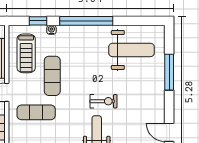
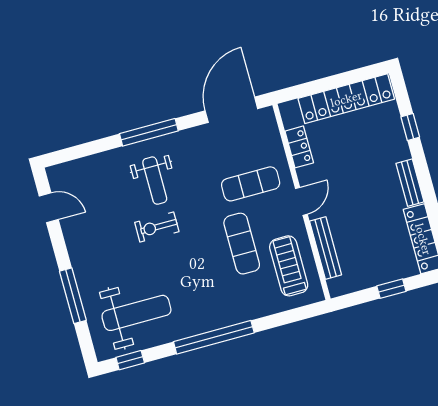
window: (38, 21) -> (130, 360), moved
water cooler: (51, 30) -> (261, 310), removed
weight bench: (131, 50) -> (136, 313), turned 180

